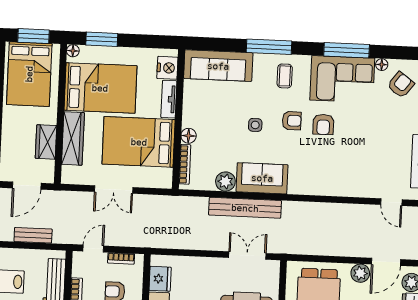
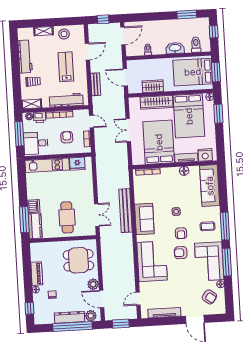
window: (269, 47) -> (225, 226), moved
floor lamp: (189, 136) -> (184, 171), moved
corner sofa: (333, 173) -> (152, 261), added
plant: (225, 182) -> (140, 197), removed

